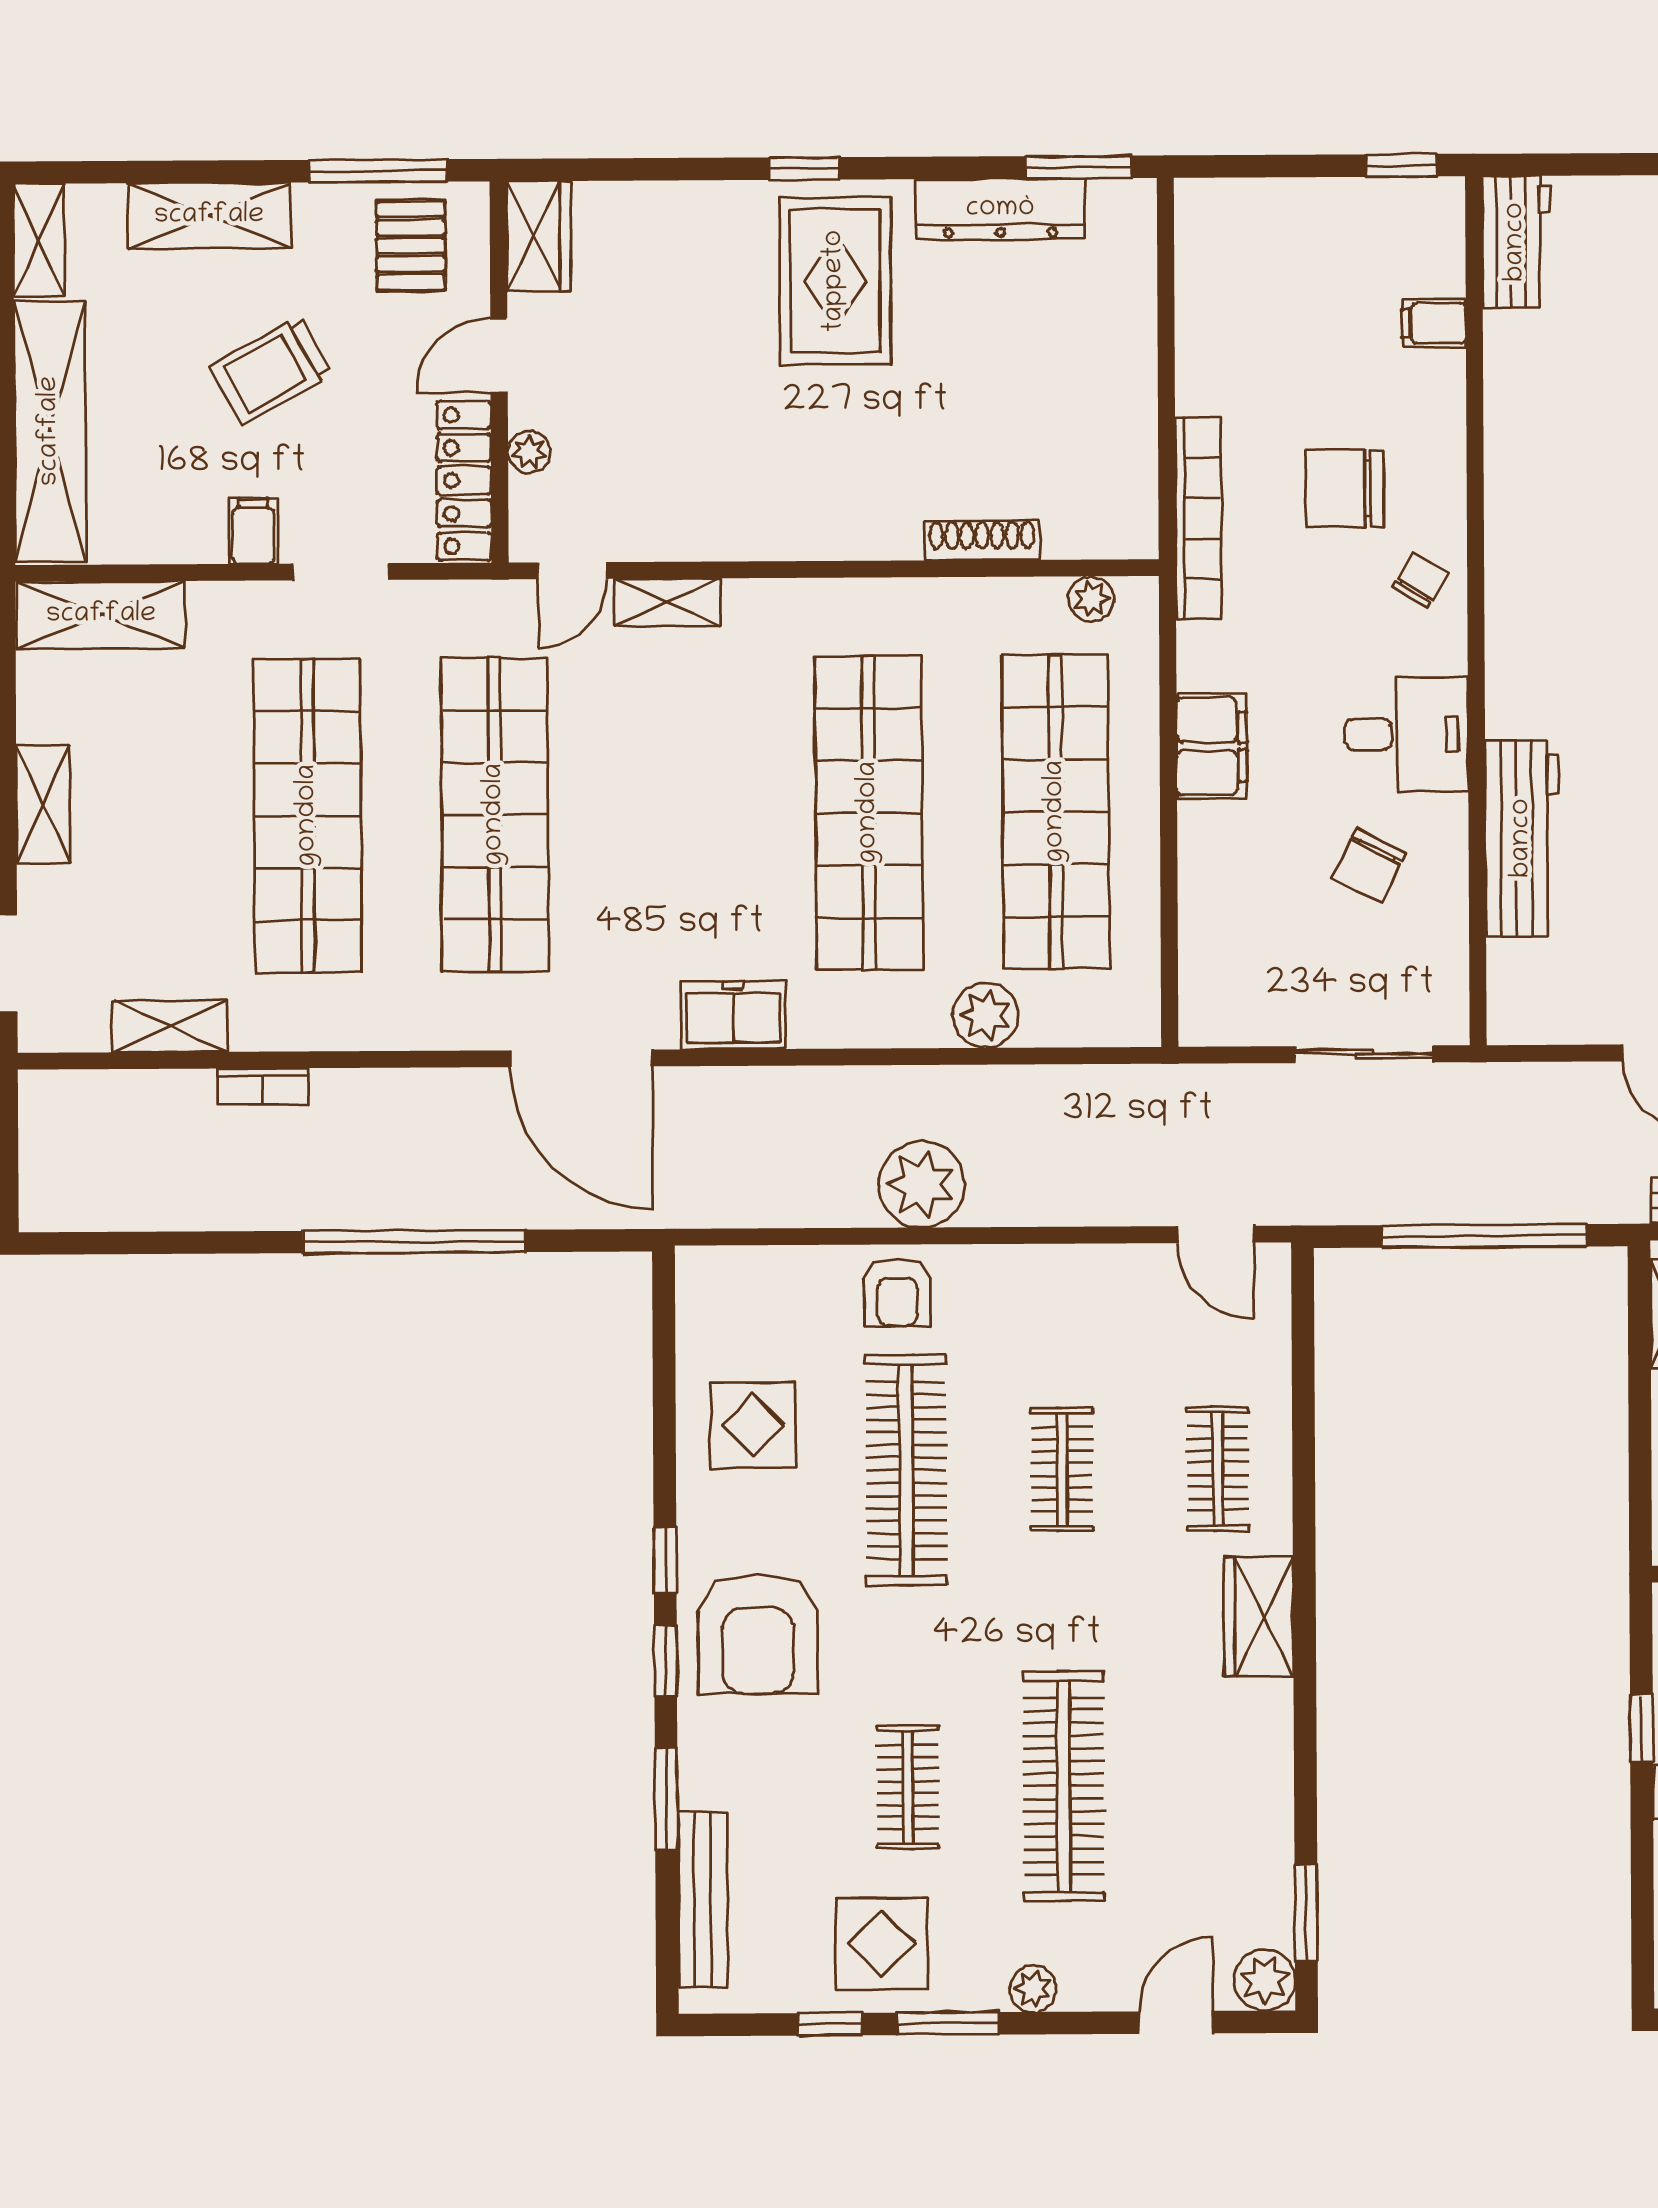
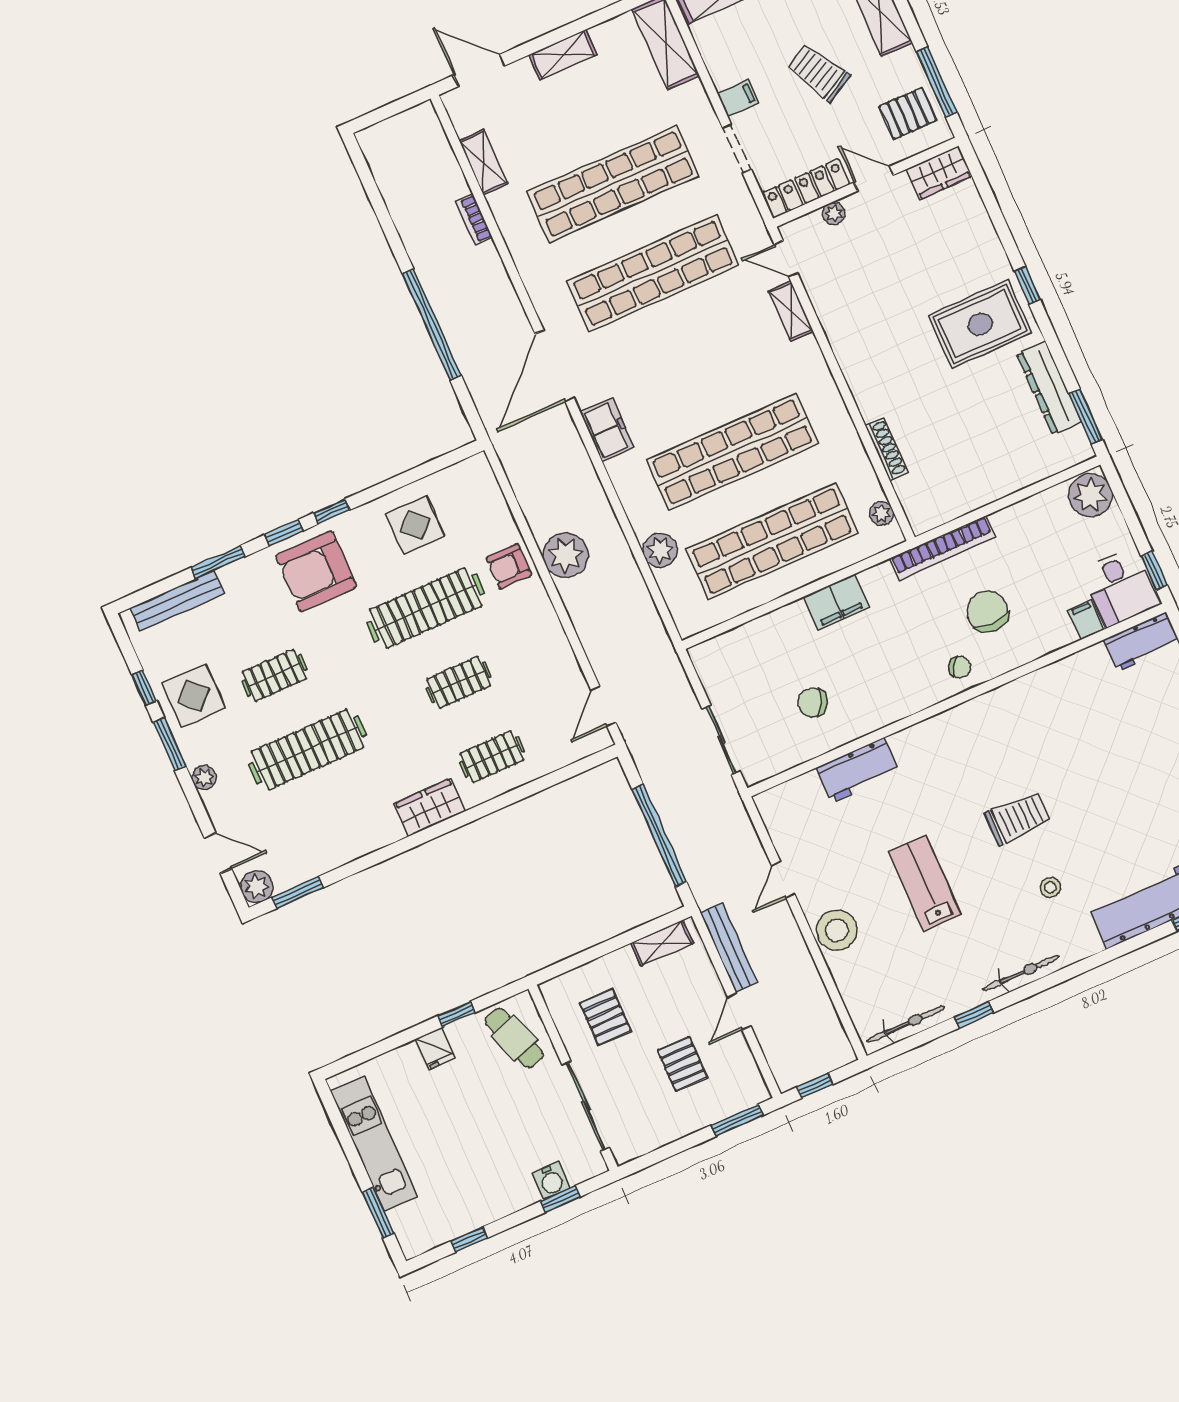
plant: (1220, 219) -> (1091, 495), added
desk: (1406, 734) -> (1120, 587), moved
workbench: (1522, 838) -> (858, 770), width x0.73

